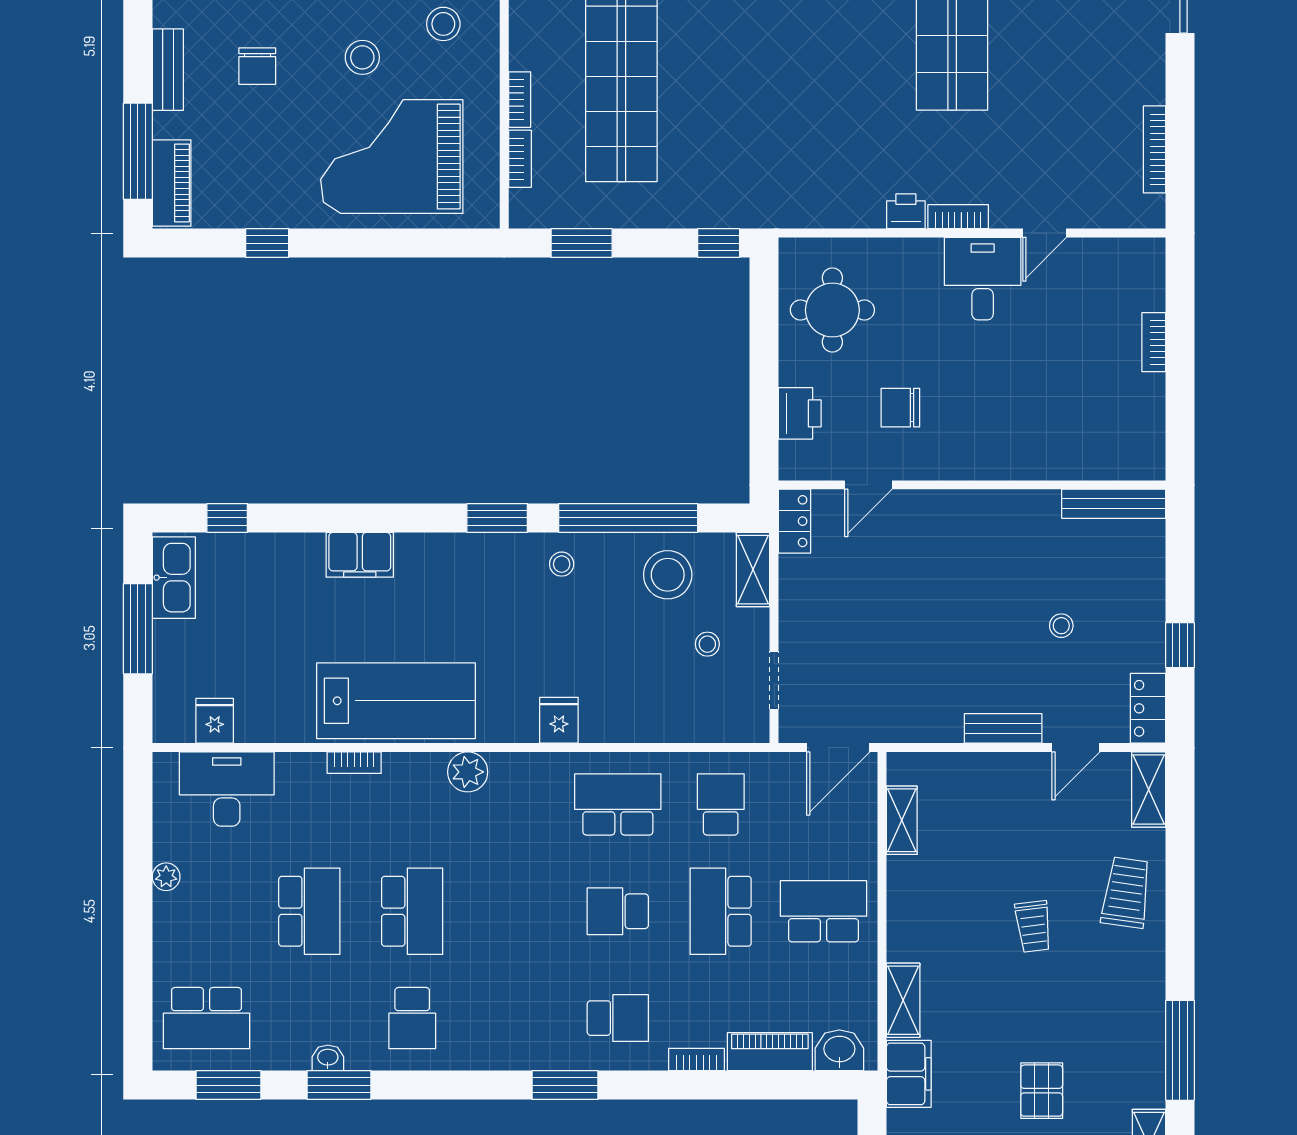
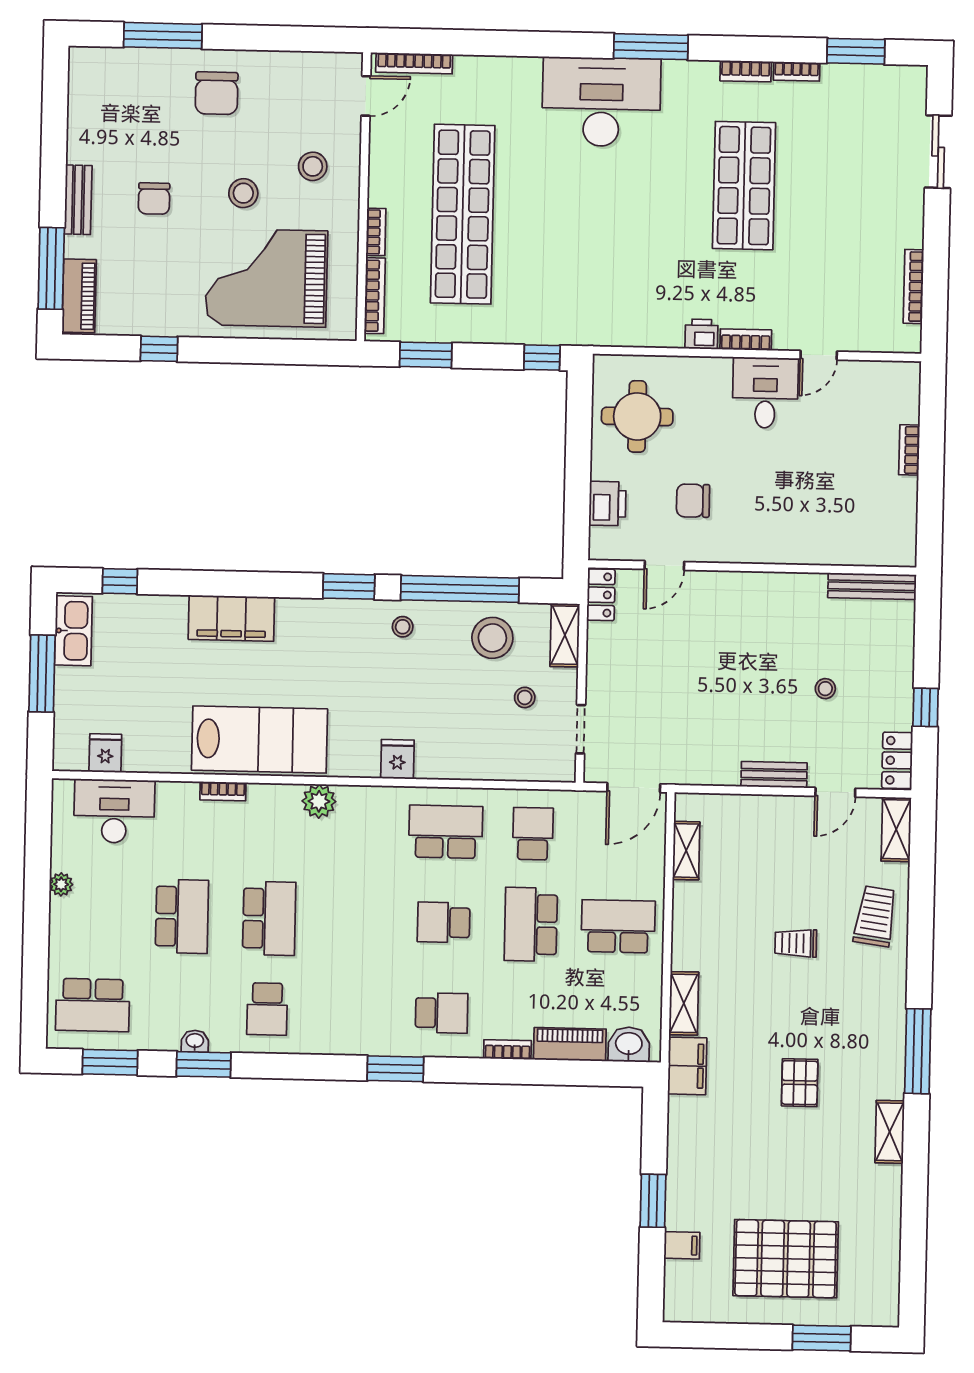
bookcase: (520, 159) -> (375, 296), width x1.56
filing cabinet: (360, 555) -> (231, 618), width x1.50, depth x1.17
trolley: (1033, 926) -> (796, 943), turned 97

